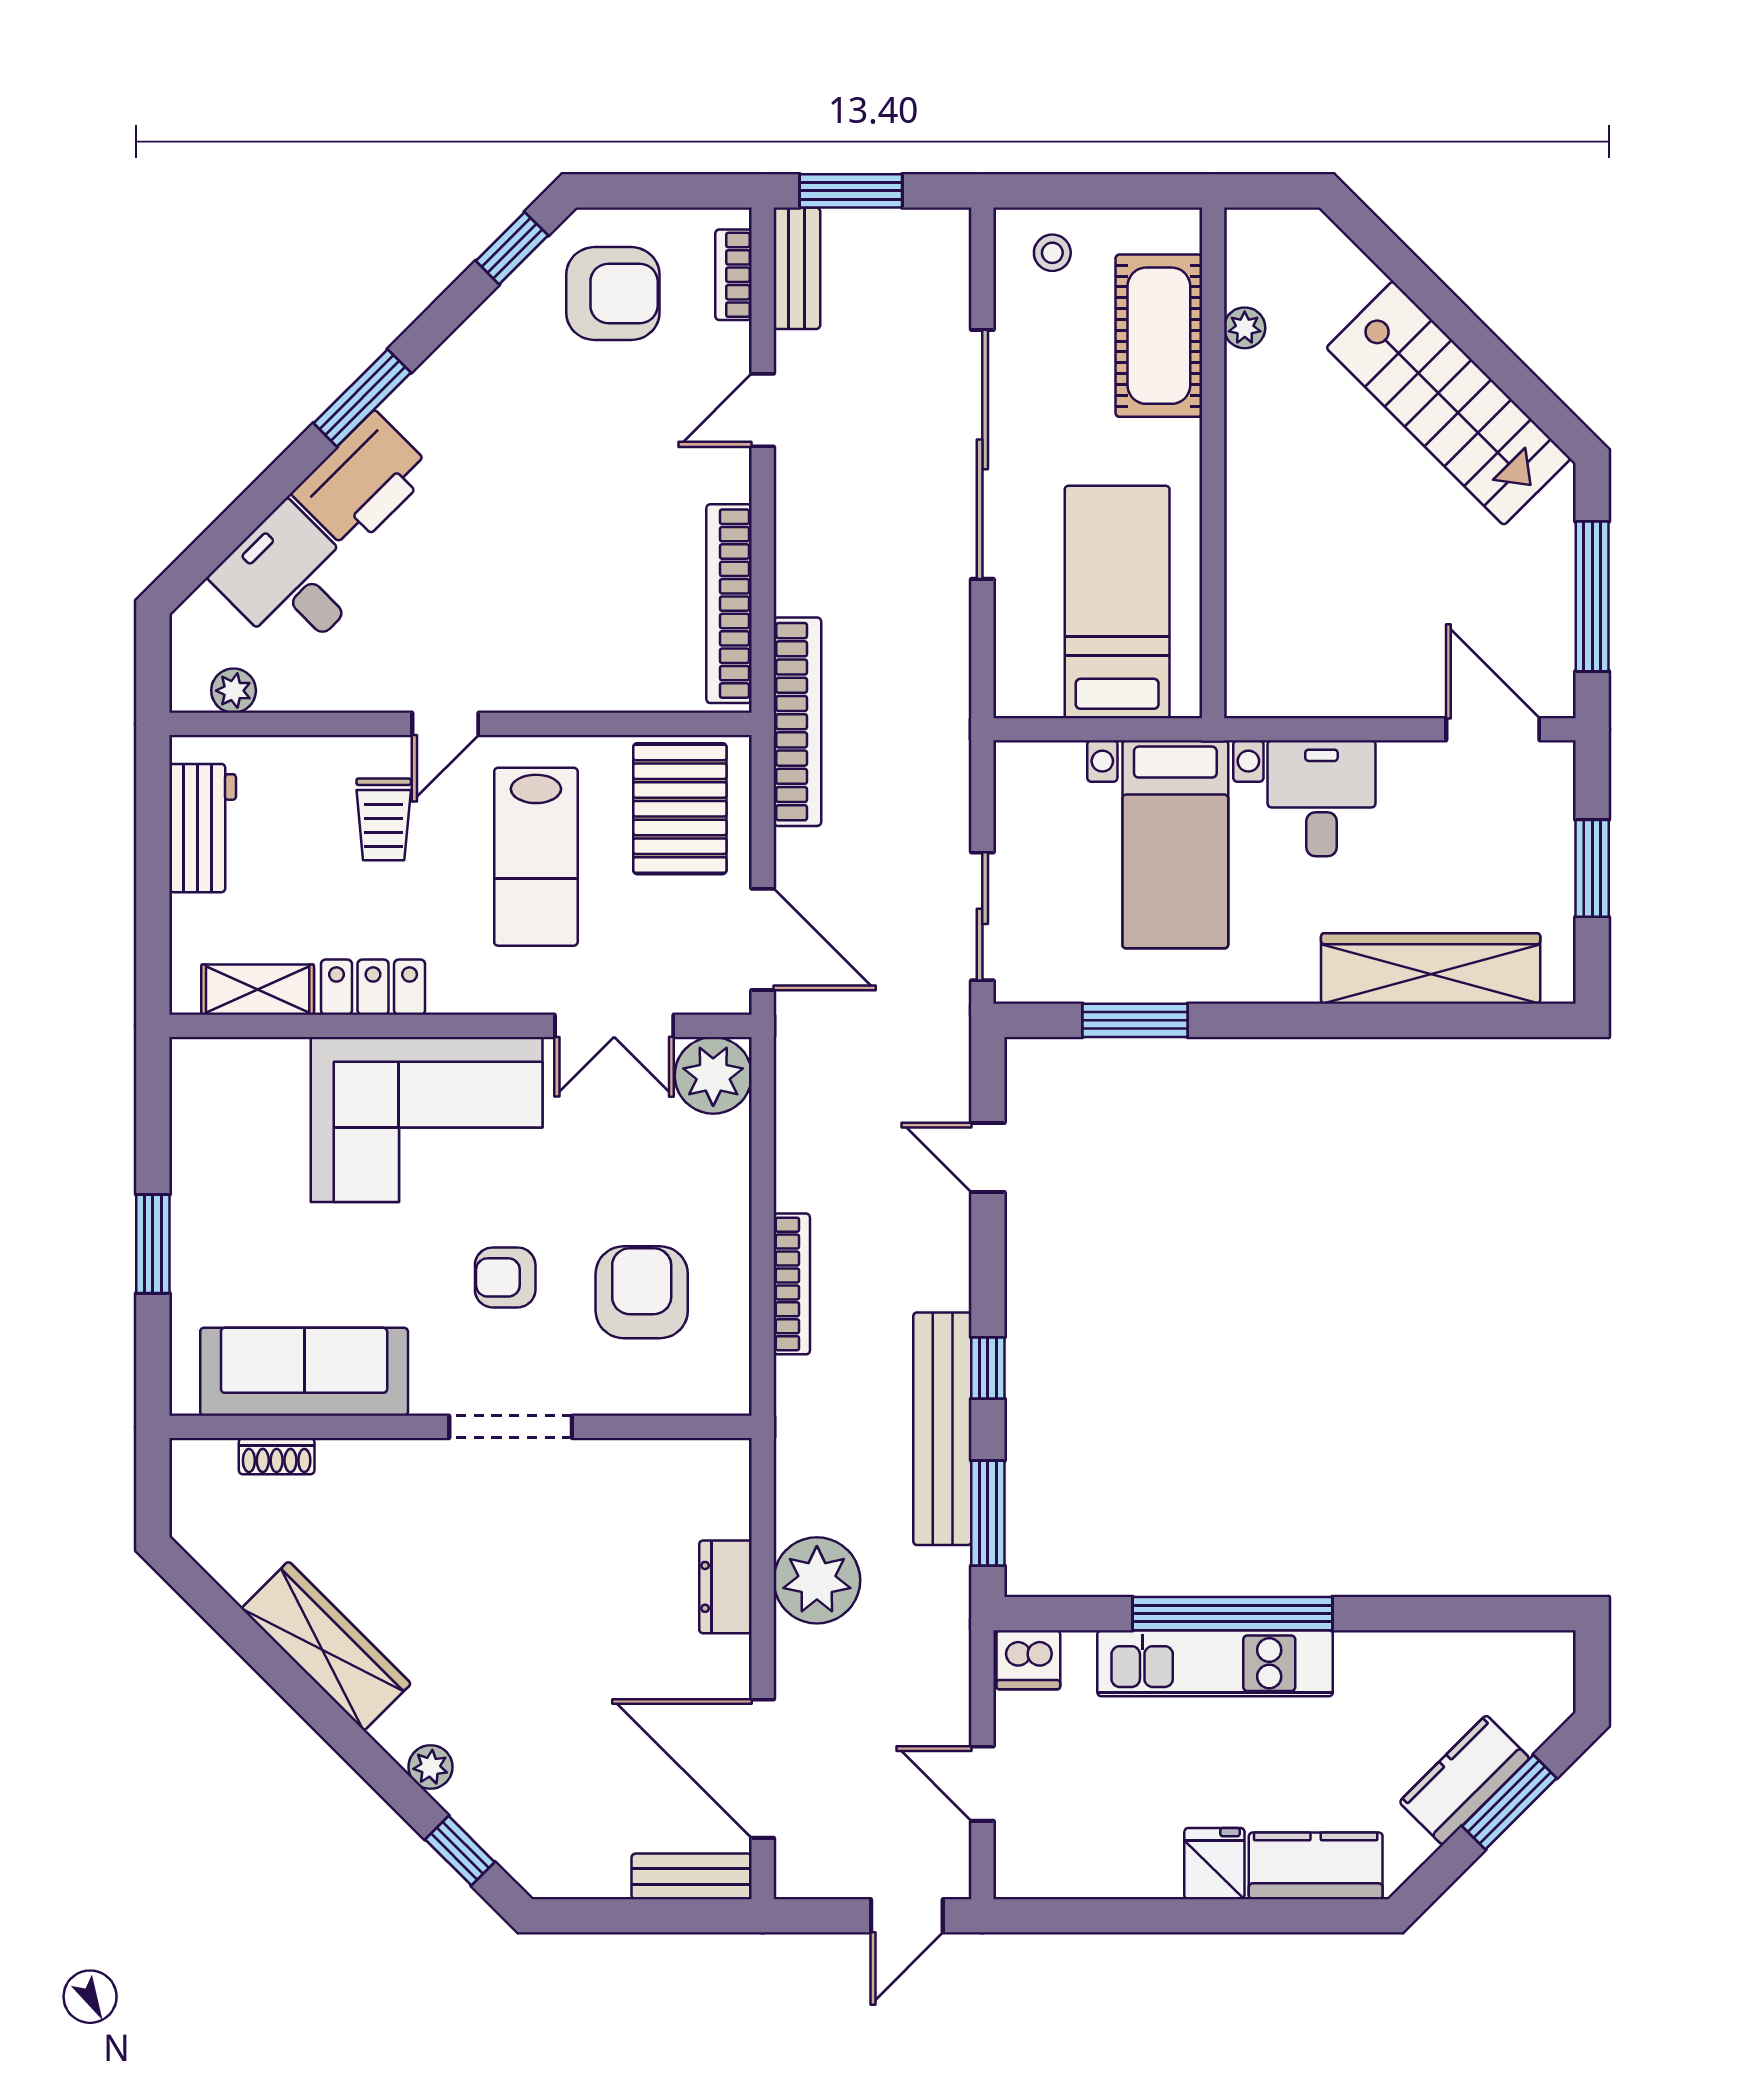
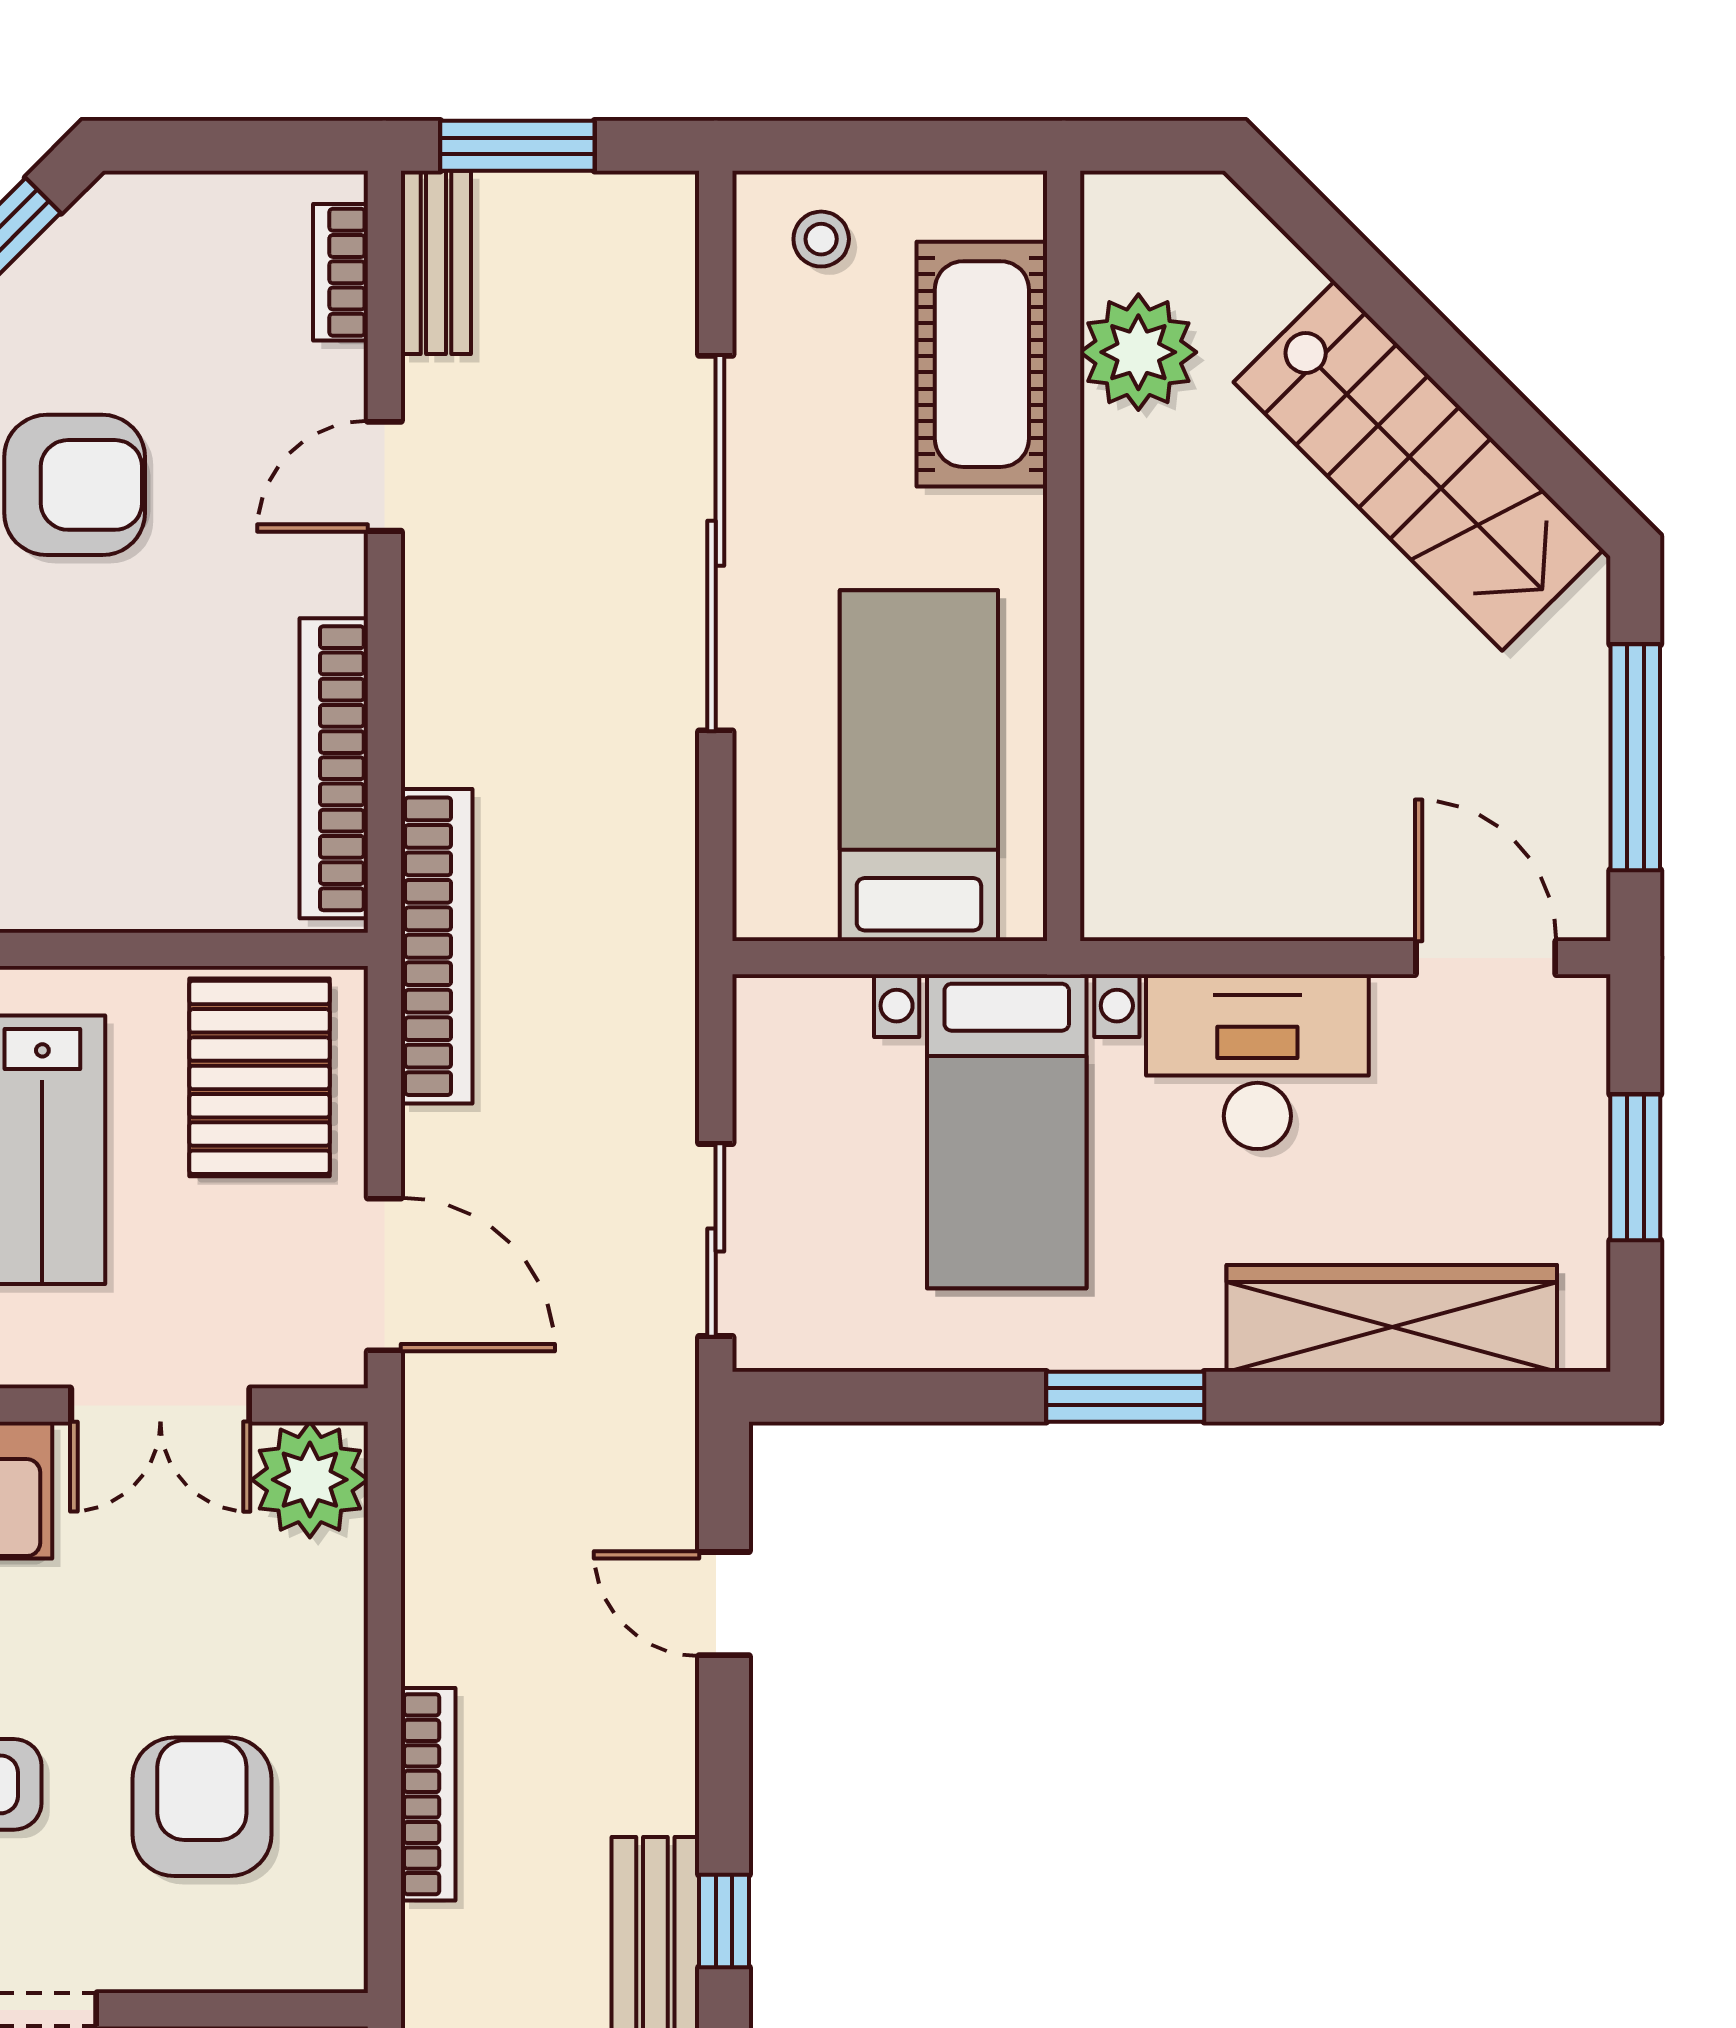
armchair: (613, 294) -> (75, 485), moved
plant: (1245, 328) -> (1138, 352), width x1.87, depth x1.87
desk: (1321, 798) -> (1257, 1062), width x1.37
window: (1135, 1020) -> (1125, 1397), moved

